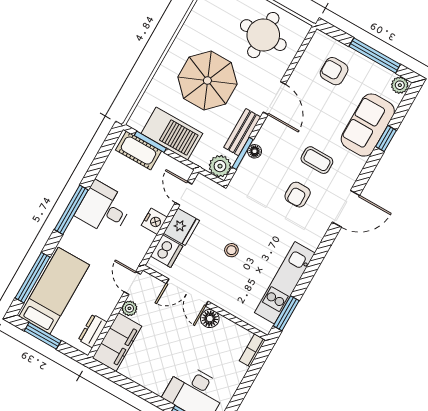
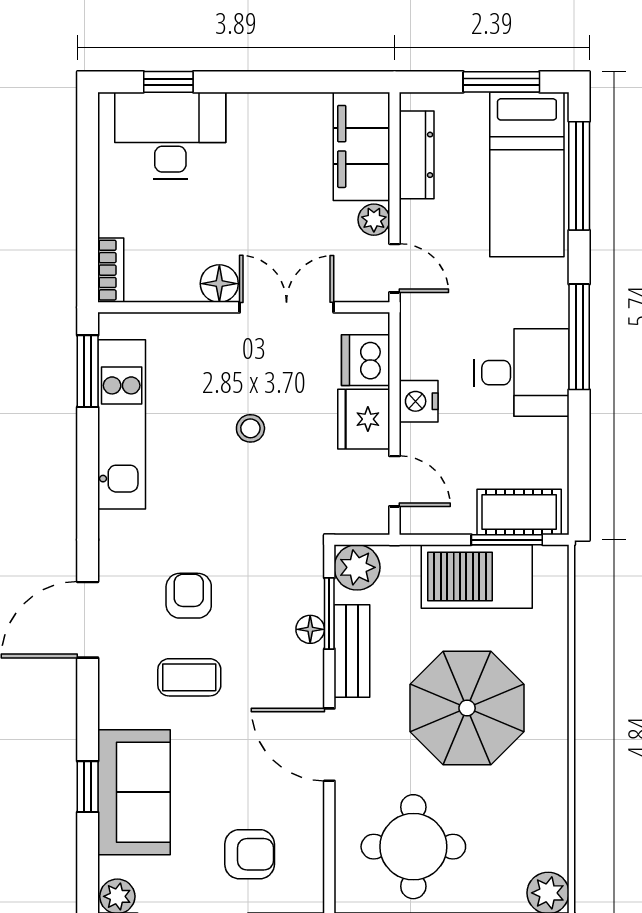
dresser: (93, 331) -> (417, 155), width x1.44

